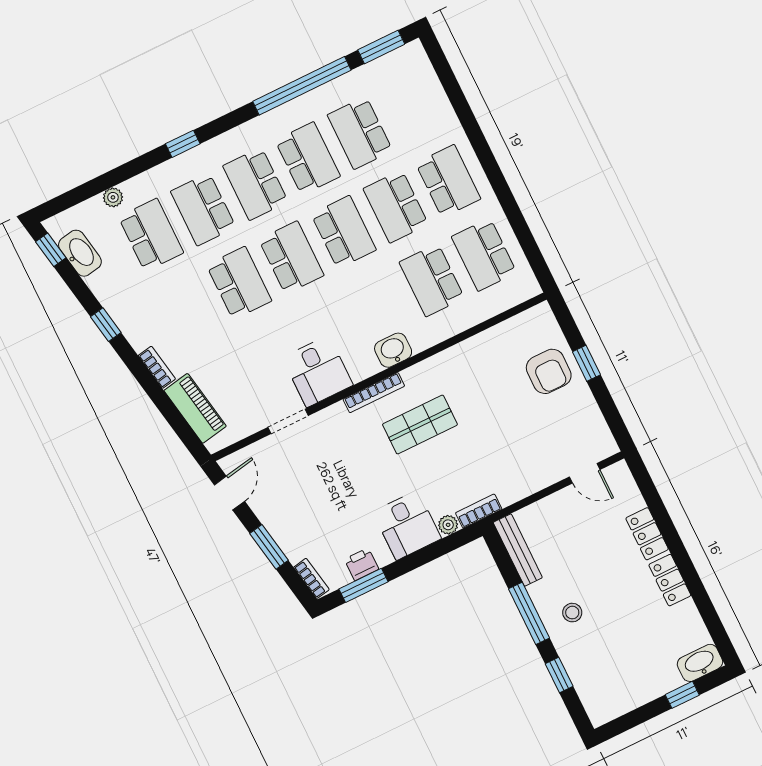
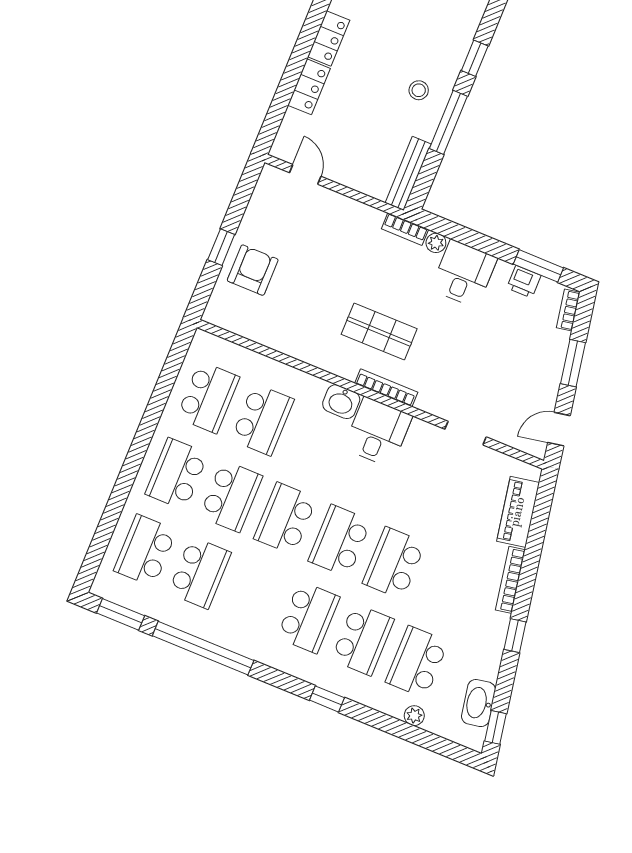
school desk: (308, 158) -> (145, 550), moved
bookcase: (157, 367) -> (510, 580), width x1.56
desk: (318, 371) -> (378, 432), moved

